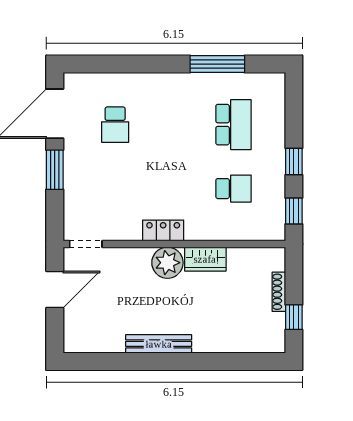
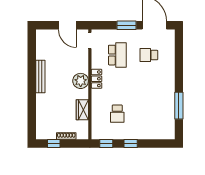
school desk: (234, 125) -> (117, 55), moved, turned -90
wardrobe: (205, 259) -> (82, 110), moved

